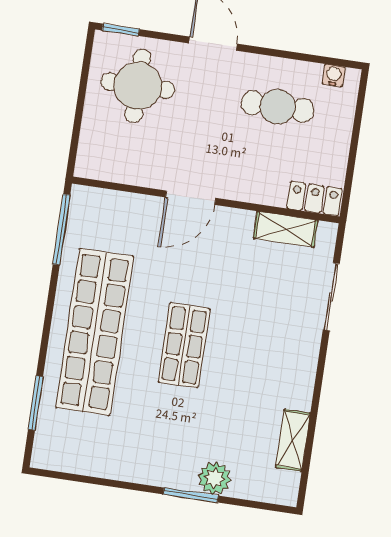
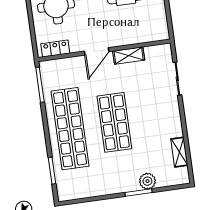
locker: (315, 199) -> (55, 49), moved
shelving: (286, 229) -> (129, 56), moved
shop shelf: (184, 345) -> (114, 122), width x1.43, depth x1.36

